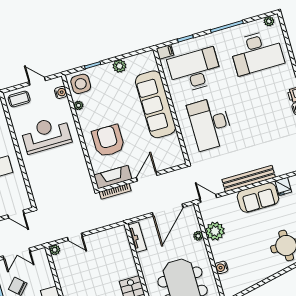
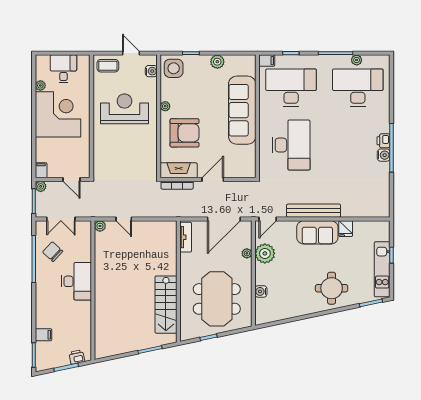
plant: (269, 21) -> (357, 60), moved
desk: (257, 52) -> (358, 88), turned 180
plant: (78, 105) -> (165, 106), moved
desk: (210, 124) -> (291, 145), turned 180
armchair: (108, 141) -> (185, 133), turned 90
door: (208, 198) -> (268, 219), swing flipped

